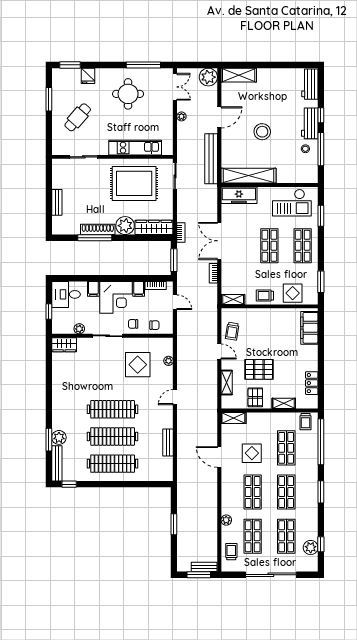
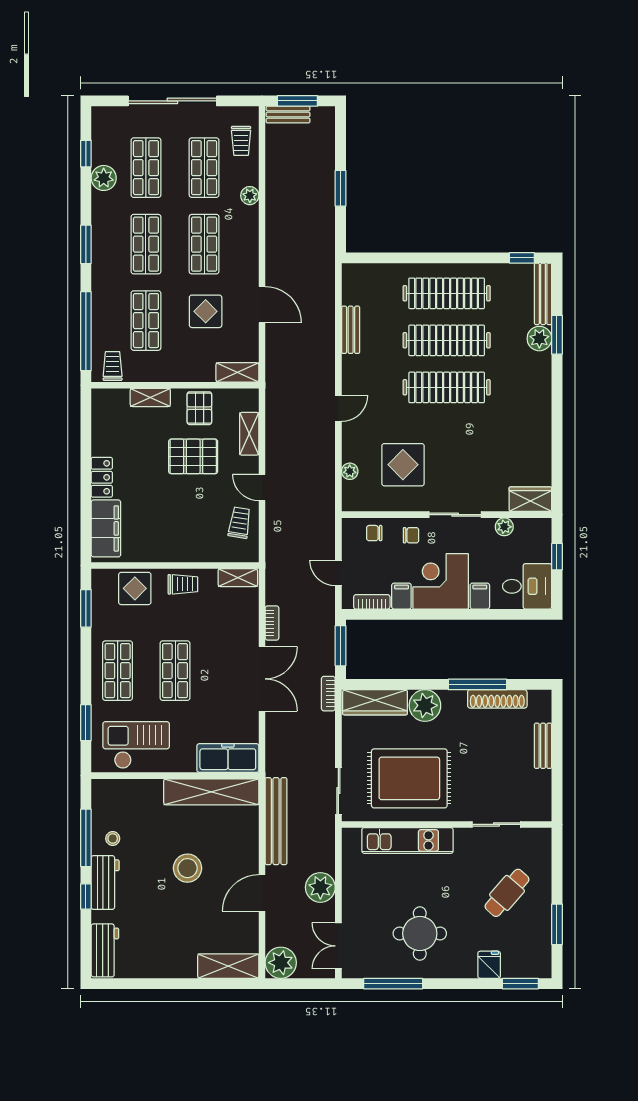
plant: (181, 116) -> (320, 887), width x1.87, depth x1.87
shoe rack: (98, 229) -> (497, 699), moved
locker: (312, 383) -> (102, 477), moved
plant: (311, 548) -> (104, 178), moved

